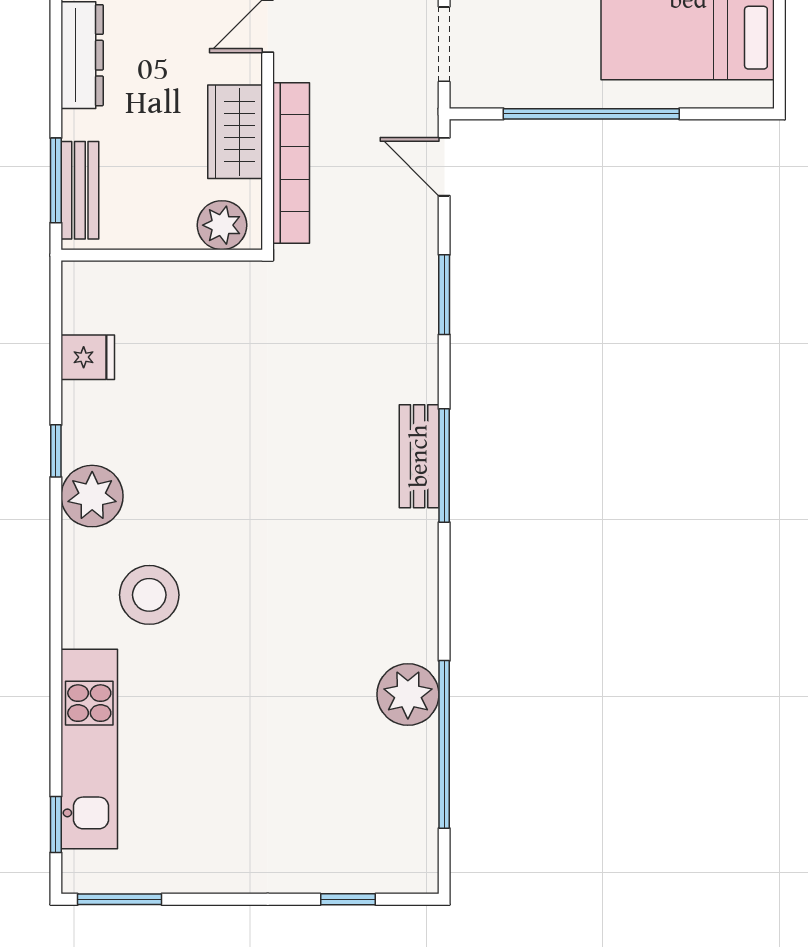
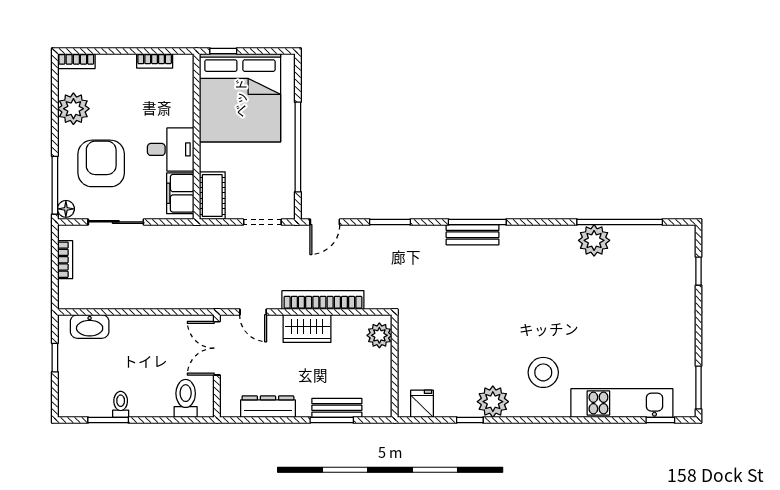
plant: (222, 225) -> (379, 335), moved
wall: (162, 255) -> (395, 366), moved

